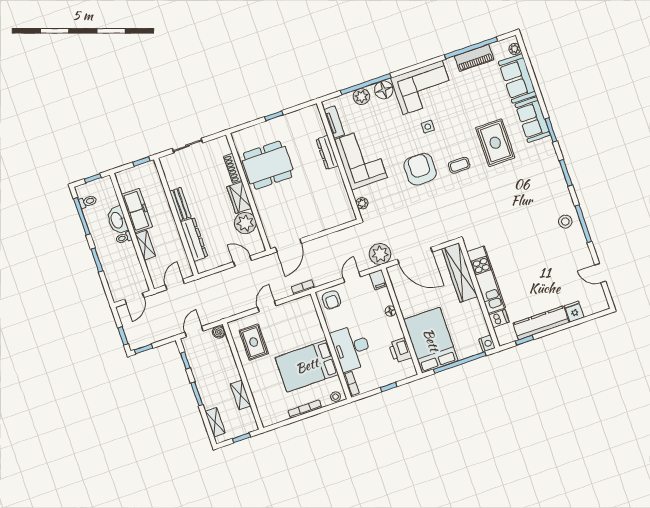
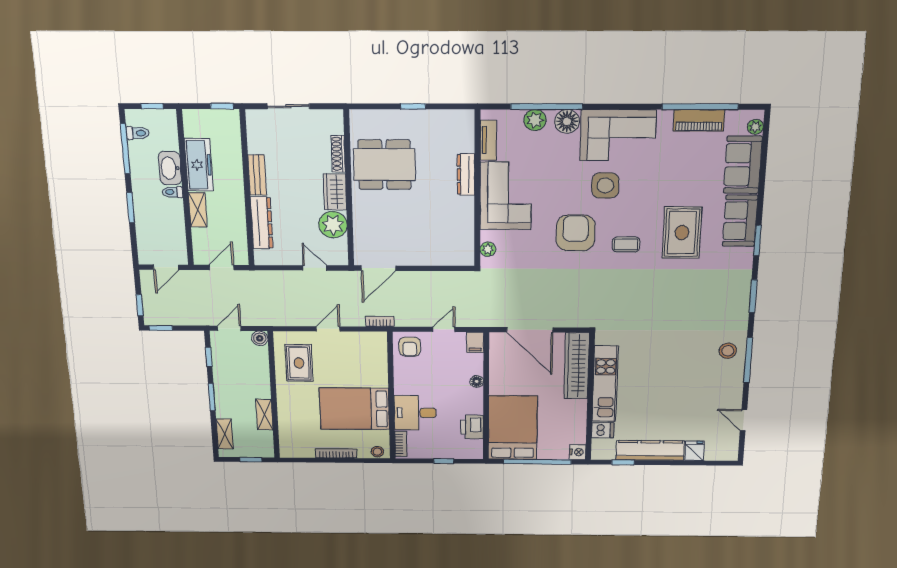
side table: (428, 127) -> (605, 185), width x1.87, depth x1.87
plant: (380, 254) -> (488, 315), removed
desk: (351, 348) -> (415, 413), width x0.73

